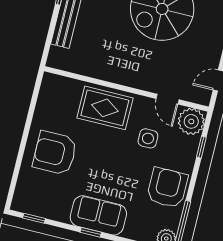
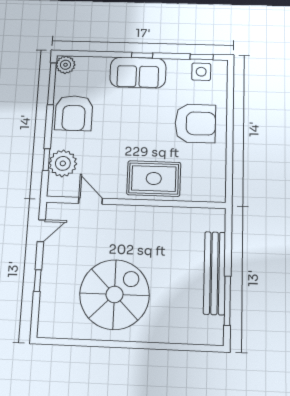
plant: (191, 121) -> (63, 163), moved
side table: (148, 138) -> (201, 72), moved

